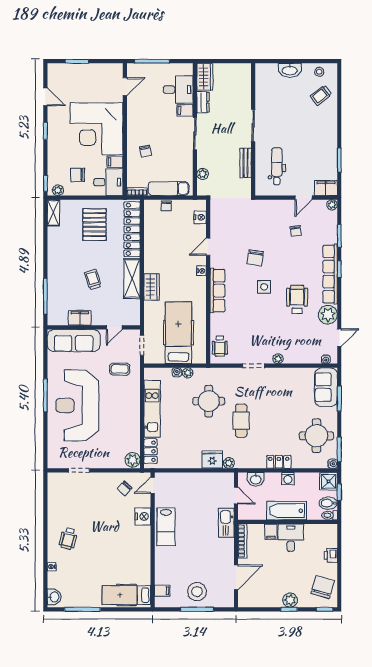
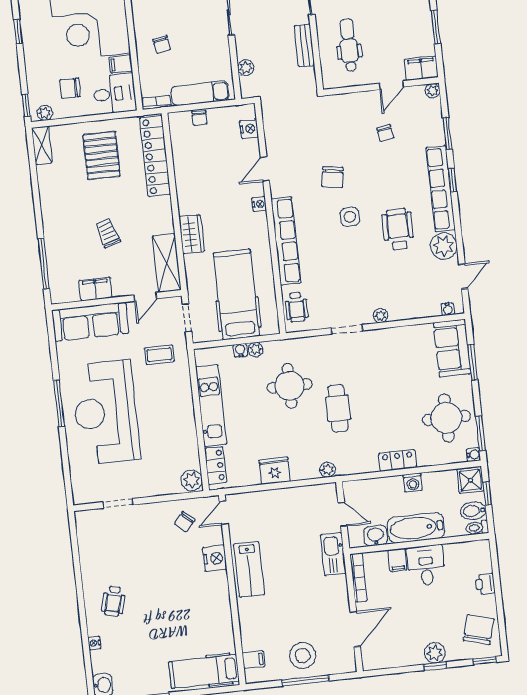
shelving: (132, 279) -> (167, 263), moved
row of seats: (217, 291) -> (286, 241), width x1.36
fridge: (212, 460) -> (275, 471), moved
washbasin: (256, 479) -> (376, 536), moved, turned 180

